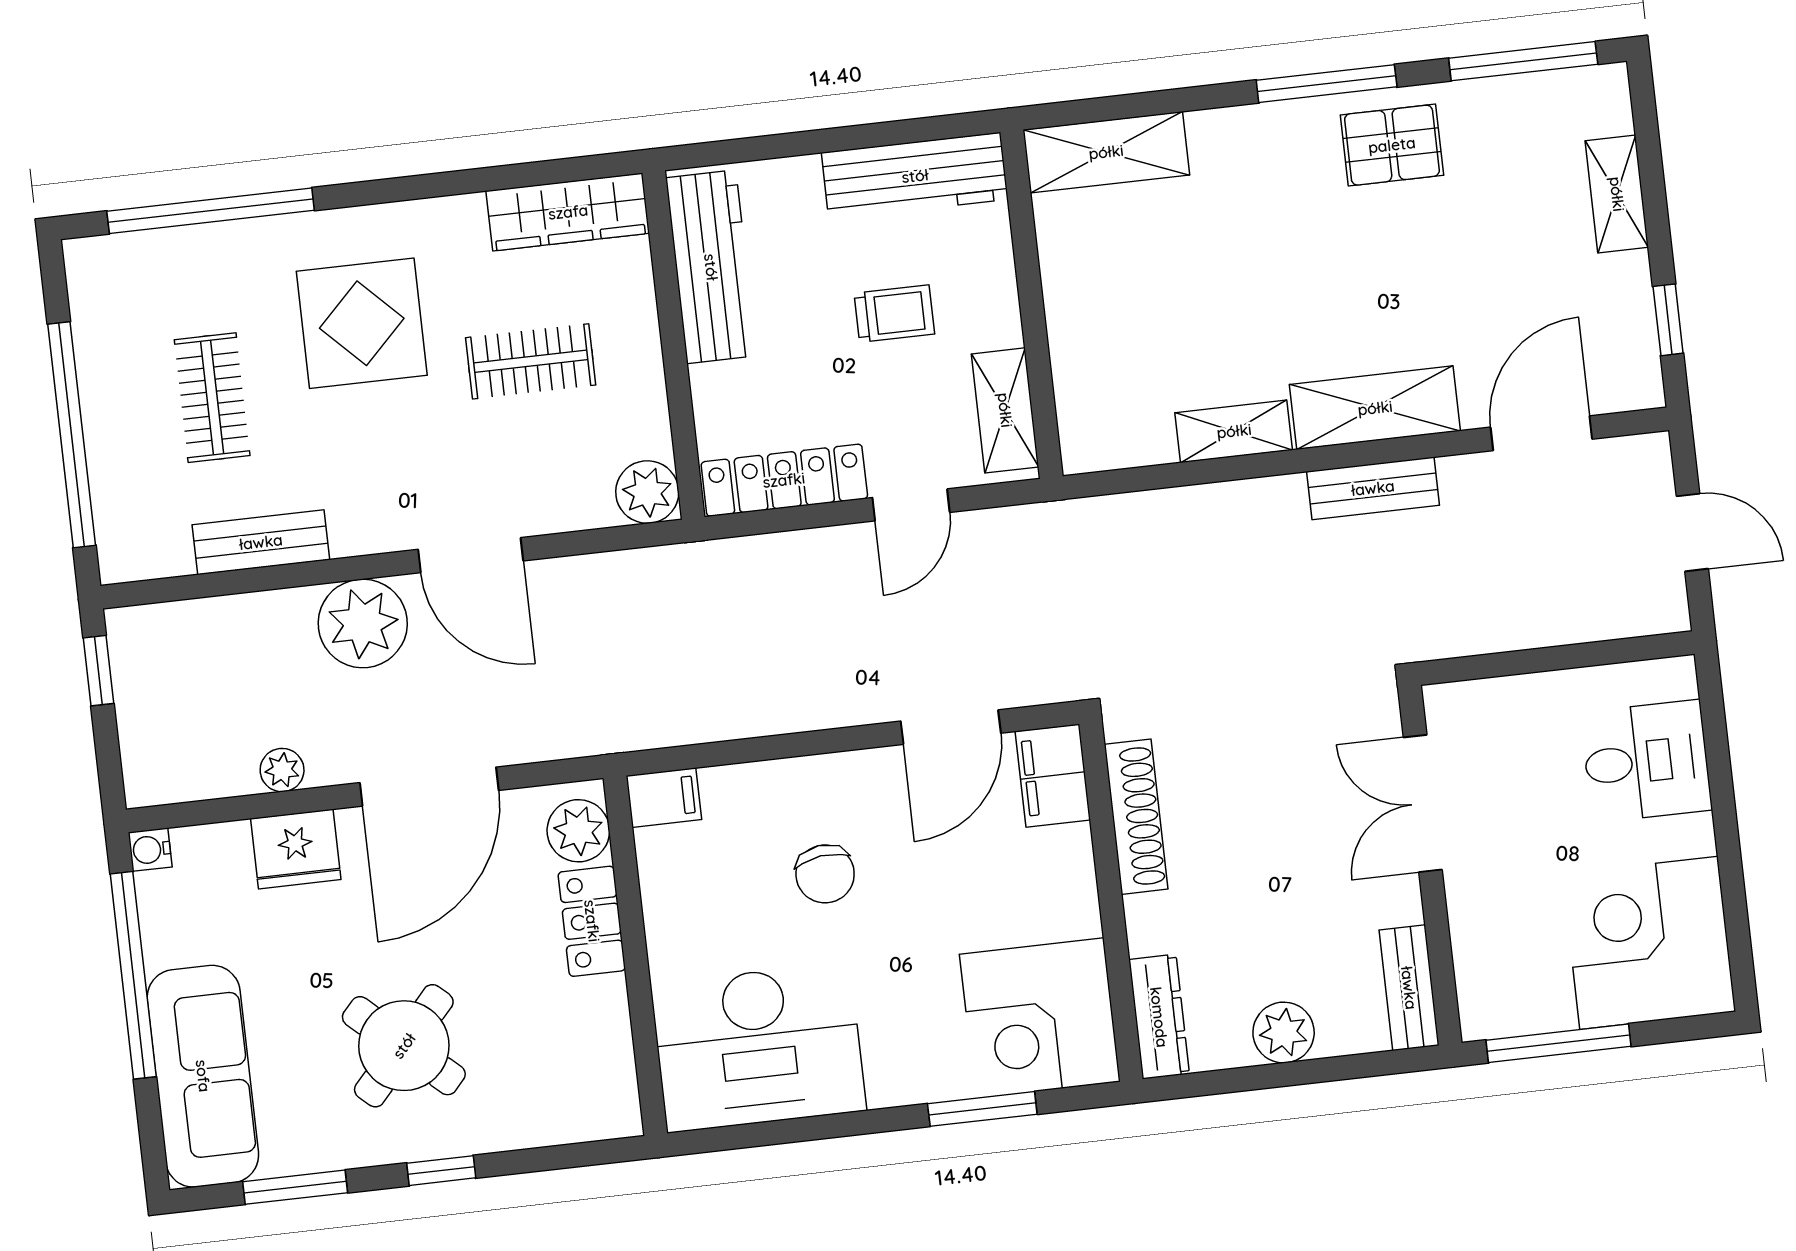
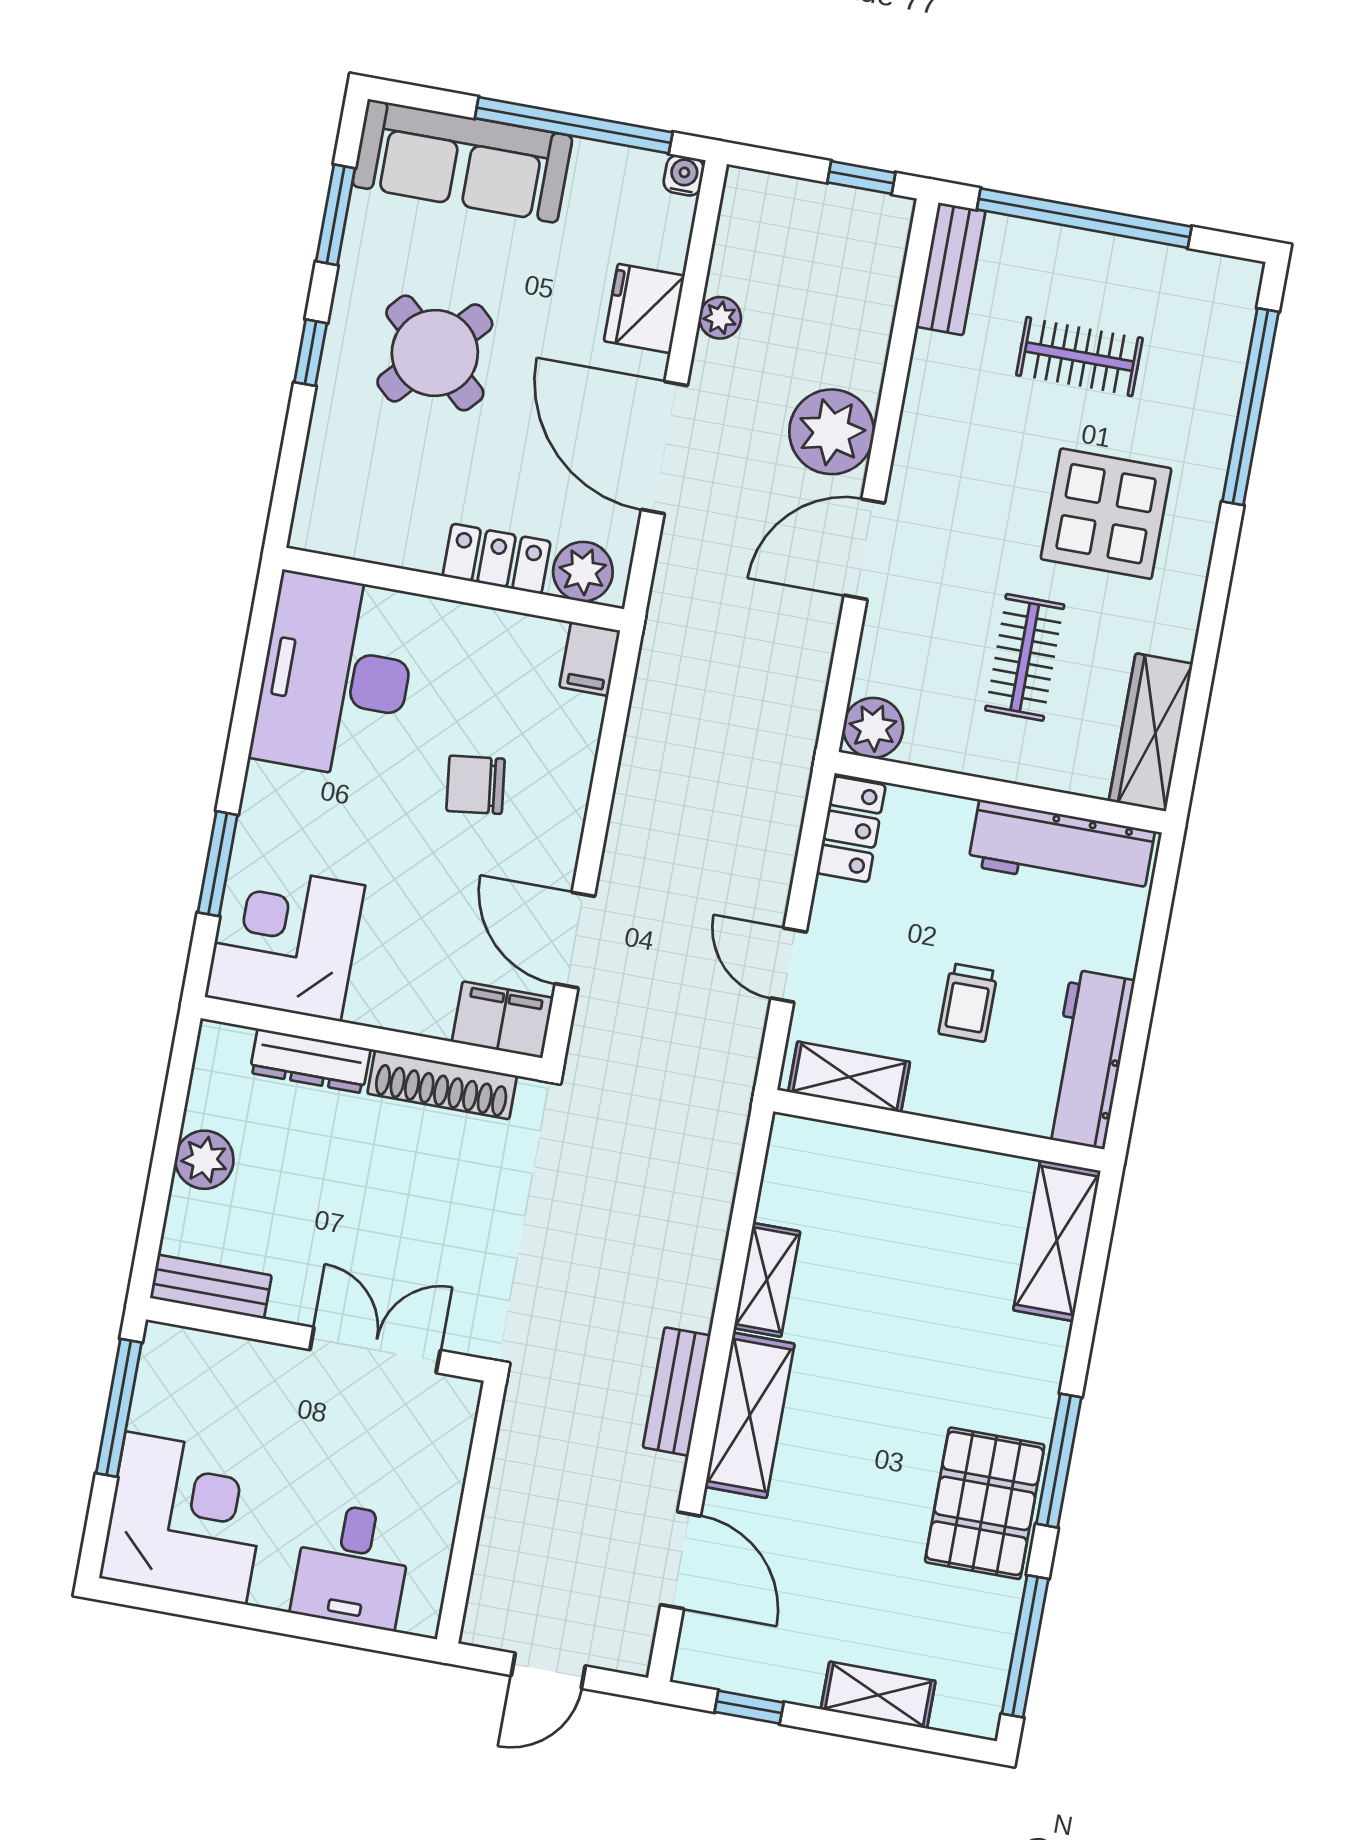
pallet: (1392, 145) -> (985, 1503), width x1.50, depth x1.42
locker: (784, 480) -> (851, 829), width x0.66
bench: (261, 542) -> (951, 269), moved
dresser: (1159, 1017) -> (310, 1061), moved

